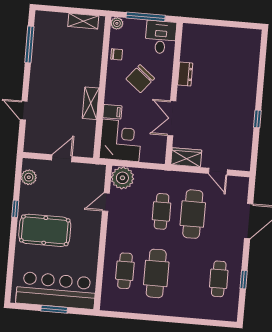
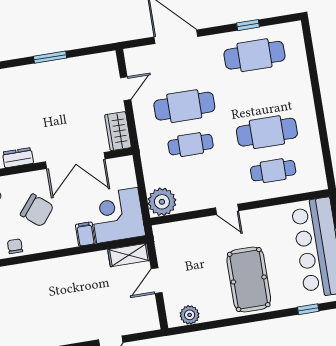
shelving: (91, 103) -> (129, 255), moved
double door: (172, 118) -> (75, 160), width x1.37
window: (257, 119) -> (50, 57), width x1.50
door: (62, 158) -> (157, 281), hinge flipped
door: (106, 202) -> (227, 209), moved
window: (15, 209) -> (308, 309), moved
cafe table: (219, 279) -> (254, 55), width x1.37, depth x1.35

